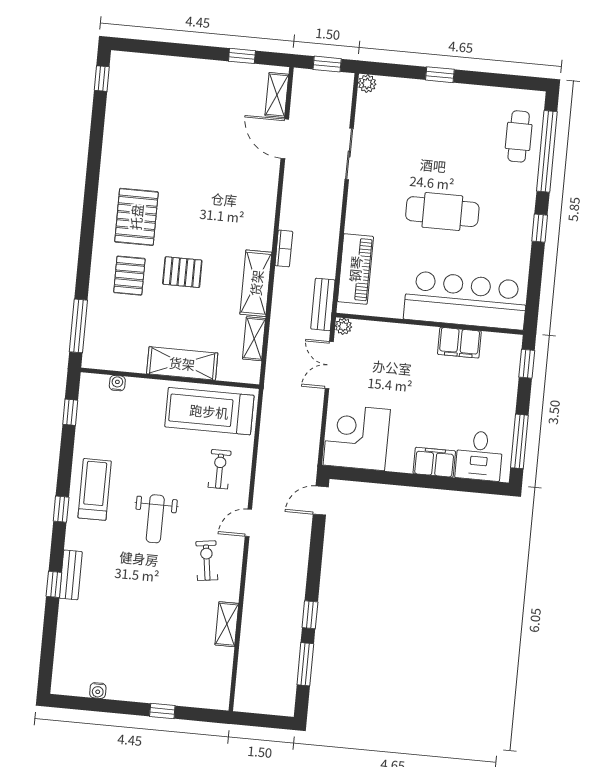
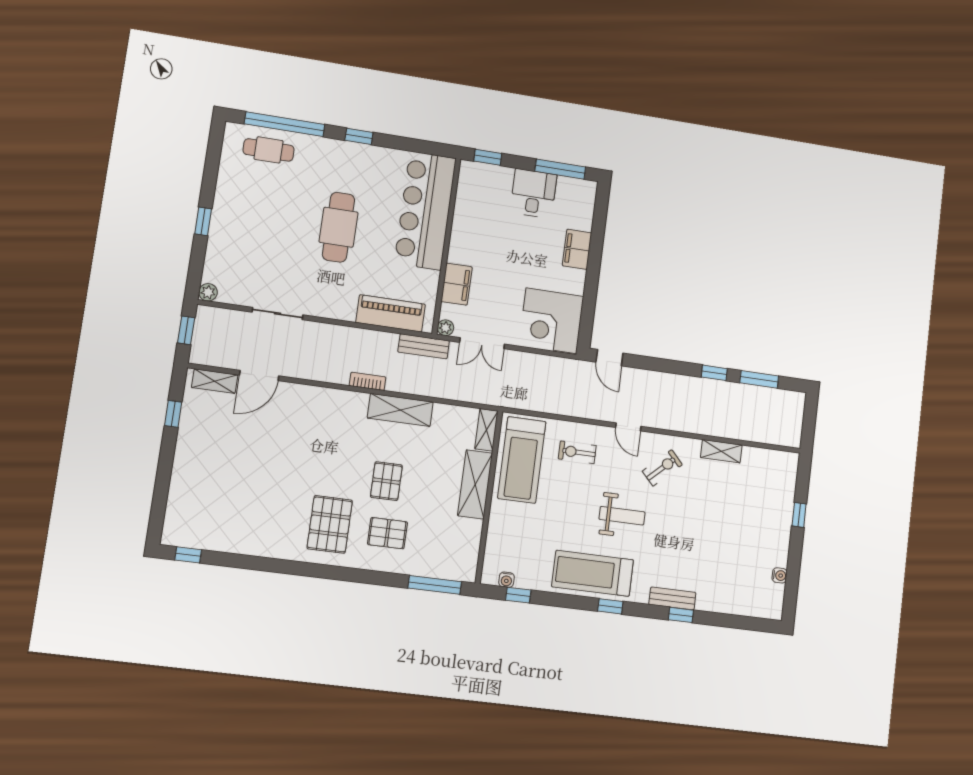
pallet: (136, 217) -> (330, 524), turned 90
shelving: (254, 339) -> (486, 430), moved, turned 90
filing cabinet: (459, 343) -> (457, 284), moved
water cooler: (117, 383) -> (506, 580), moved, turned -90
desk: (479, 456) -> (534, 193), moved, turned -90
treadmill: (95, 489) -> (593, 573), width x1.37, depth x1.38
exercise bike: (207, 561) -> (662, 468), turned 145

